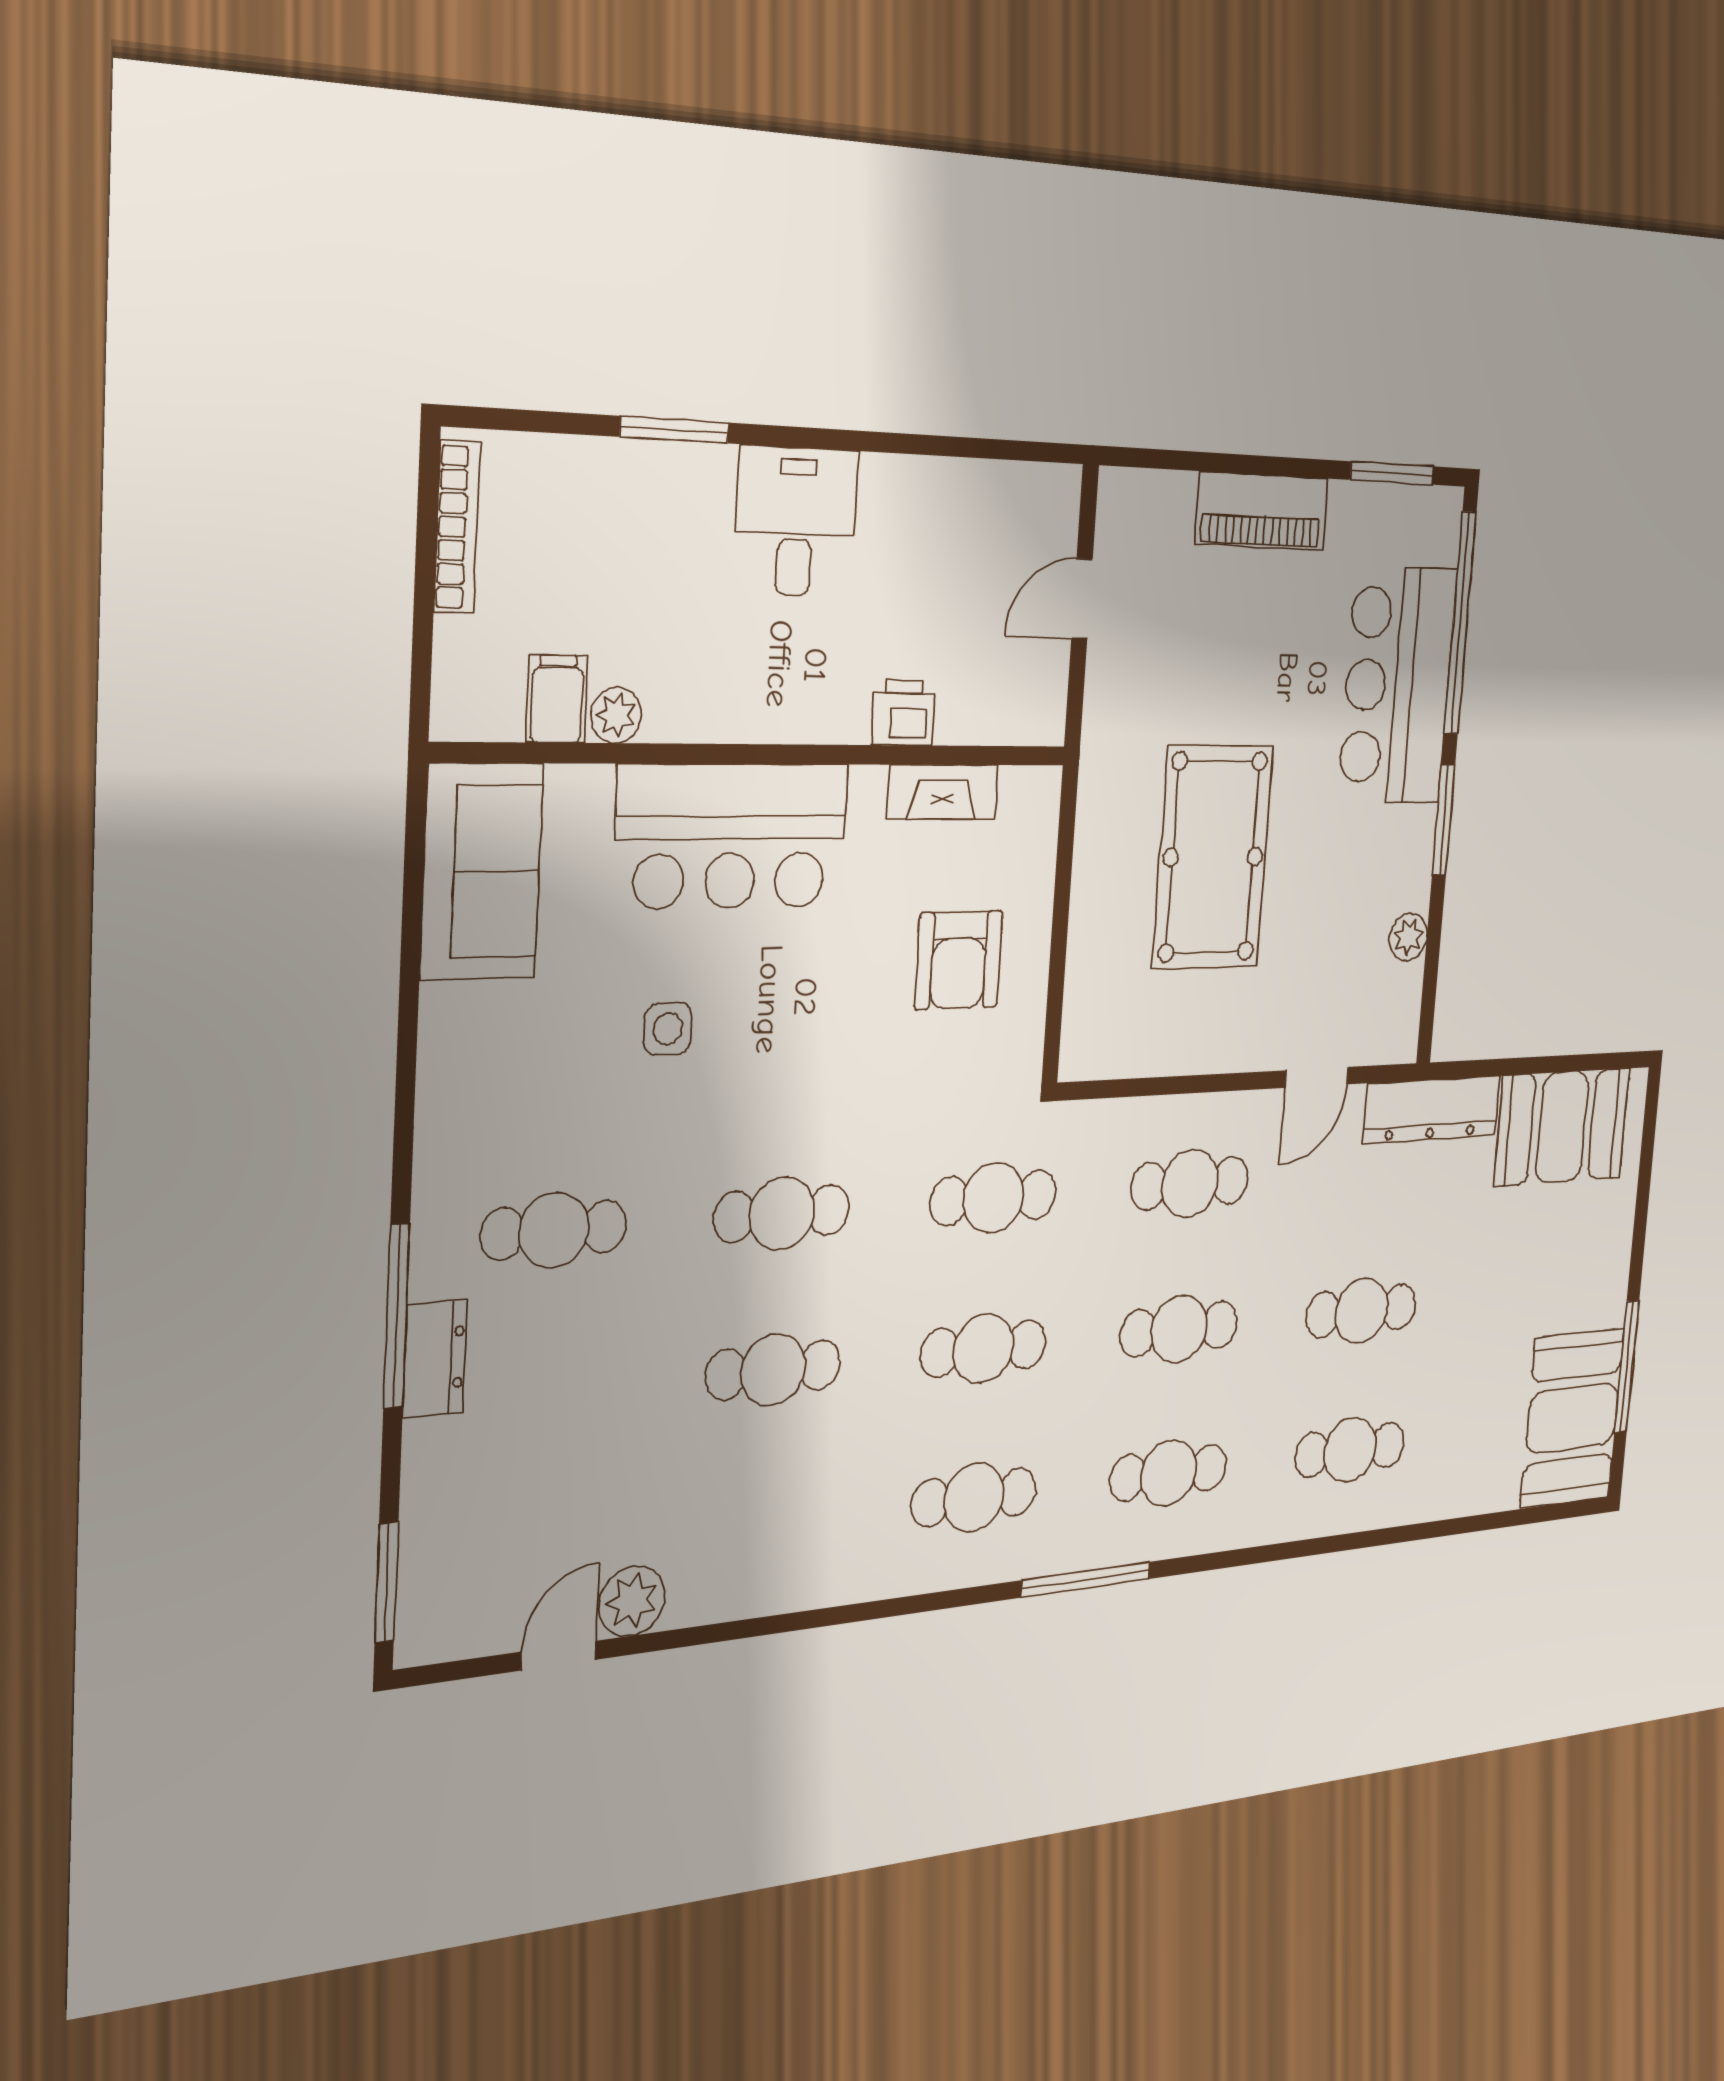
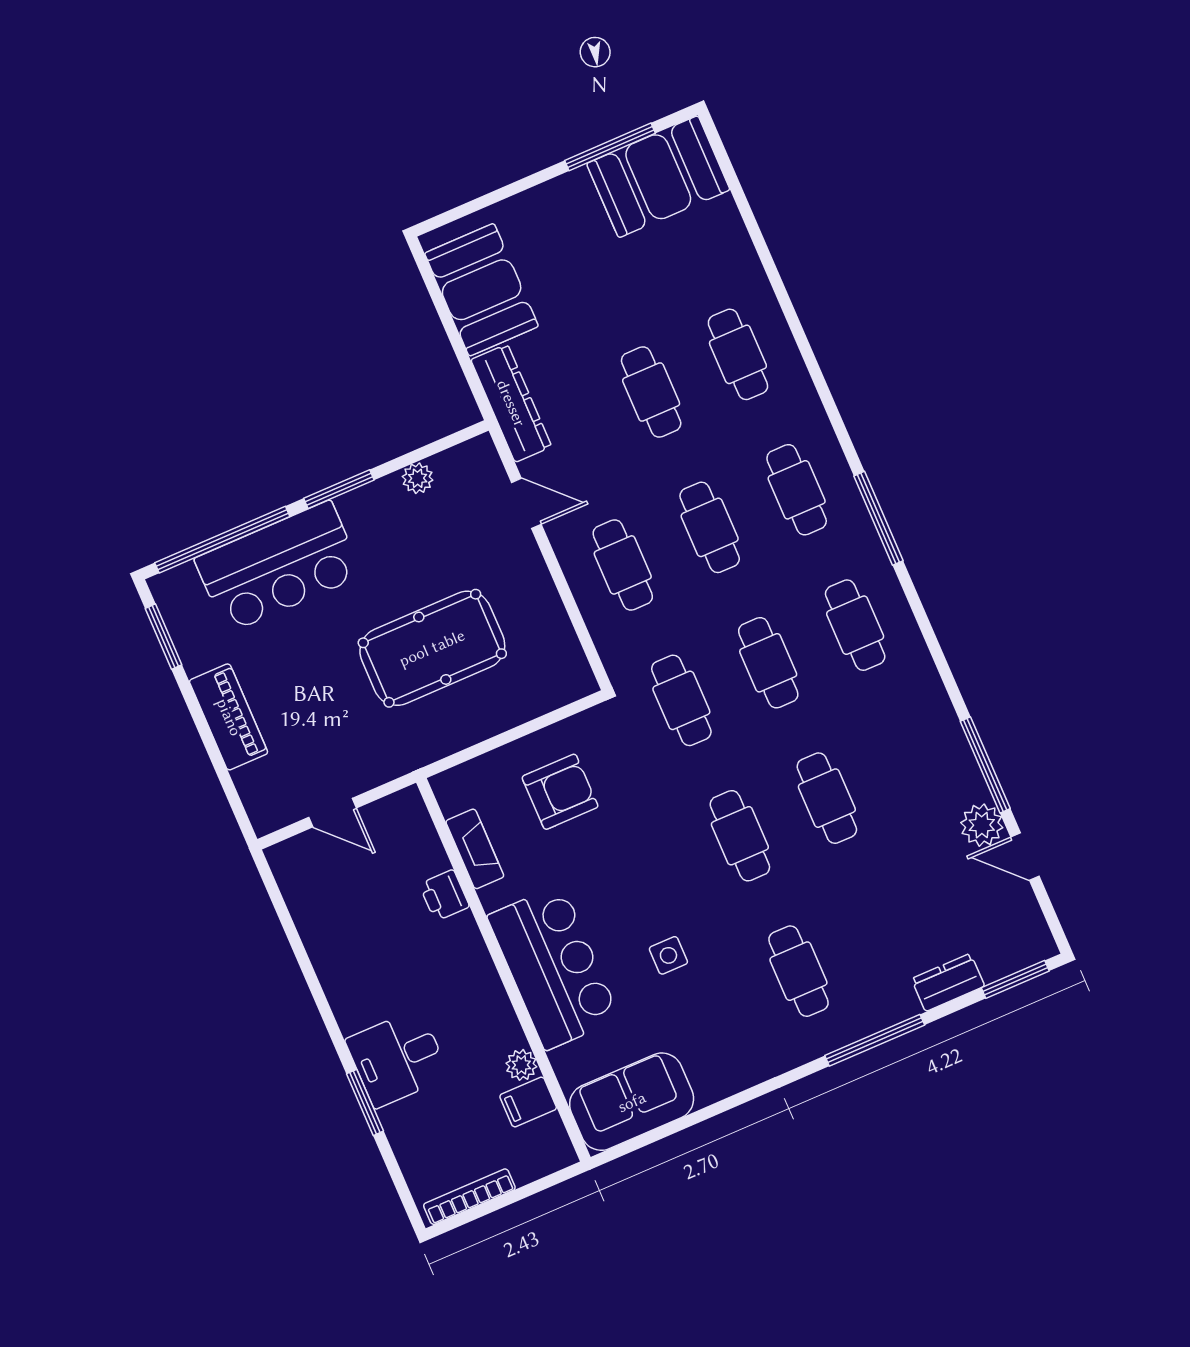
desk: (796, 522) -> (397, 1058), moved
dresser: (435, 1359) -> (948, 982), moved
window: (711, 1634) -> (985, 765), added

